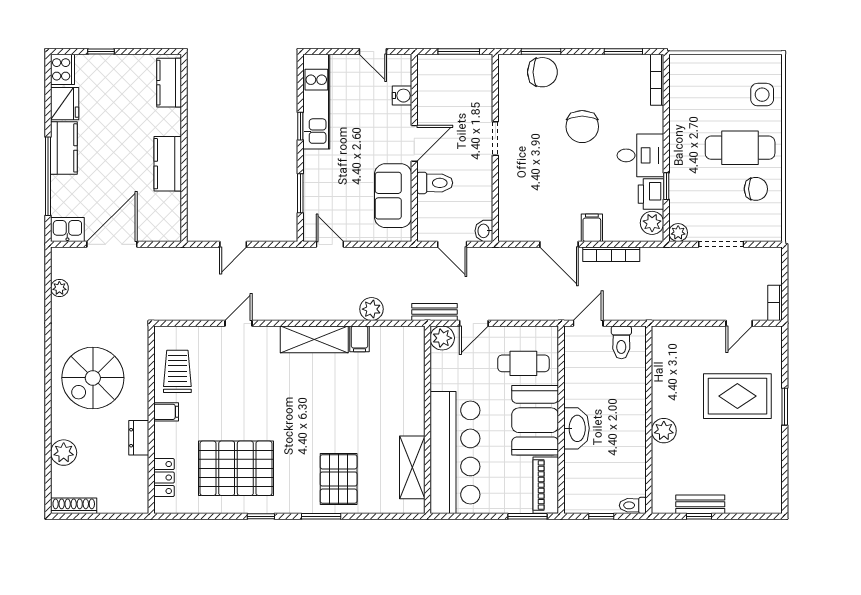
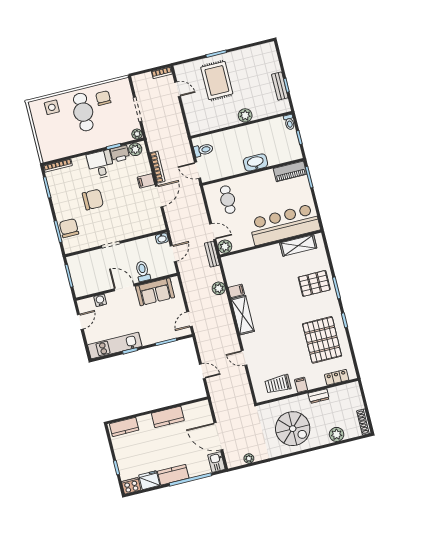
booth: (535, 420) -> (257, 186), removed

